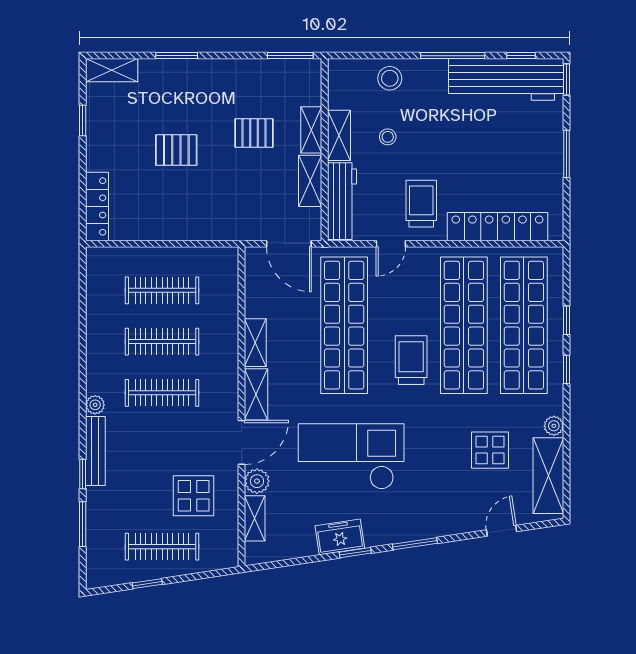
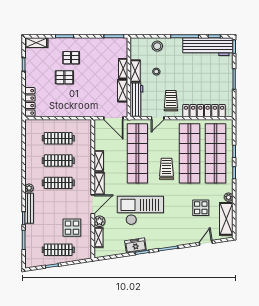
pallet: (254, 133) -> (71, 58), moved

